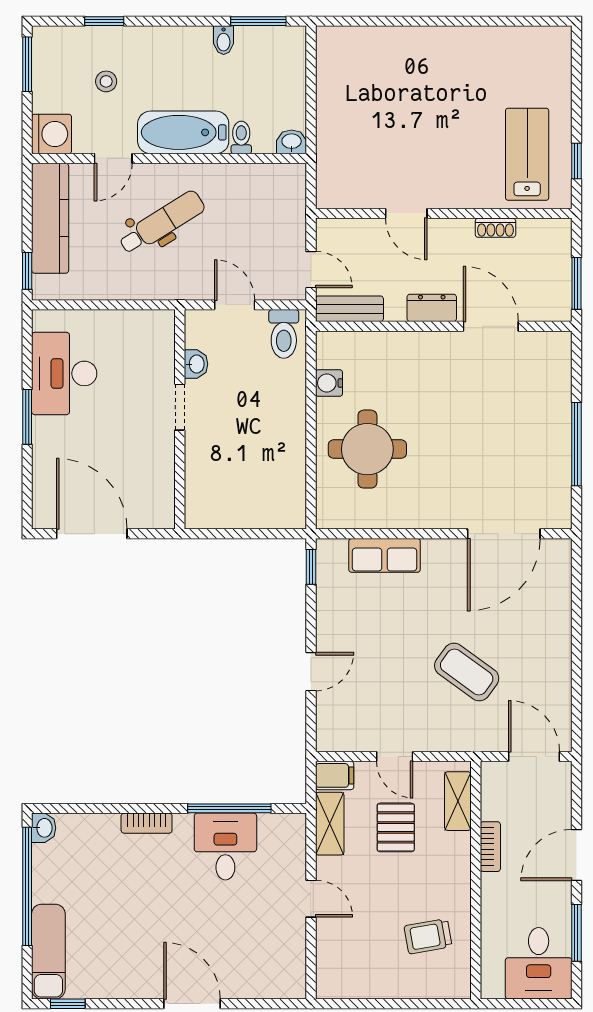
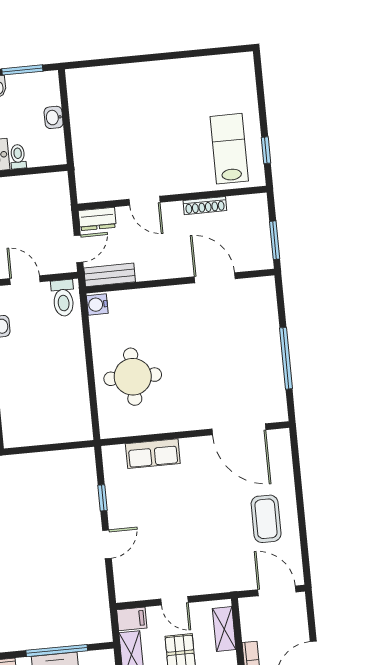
washbasin: (292, 142) -> (54, 117), moved, turned -90
shoe rack: (495, 228) -> (205, 206), width x1.43
door: (311, 270) -> (79, 249), hinge flipped
dresser: (432, 308) -> (97, 219), moved, turned 180
water cooler: (329, 383) -> (97, 304), moved
door: (504, 534) -> (239, 429), hinge flipped
window: (311, 567) -> (103, 498), moved
coffee table: (467, 672) -> (266, 519), moved, turned 54

